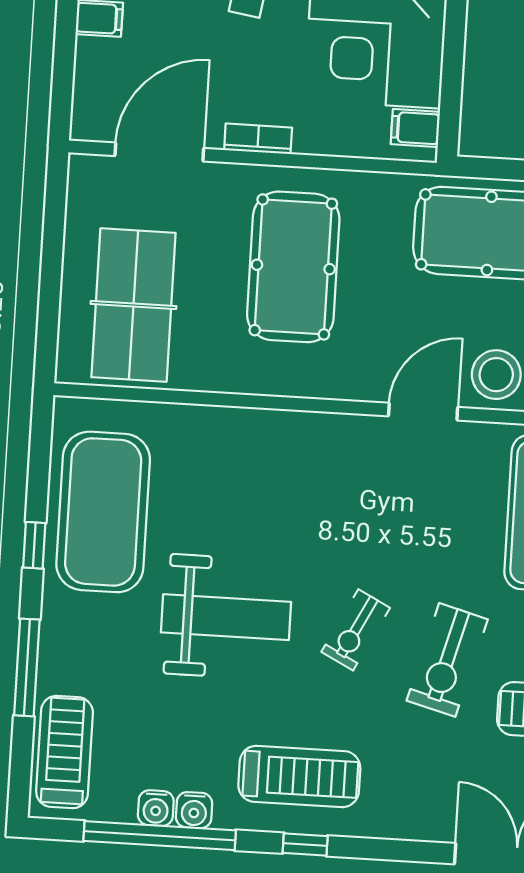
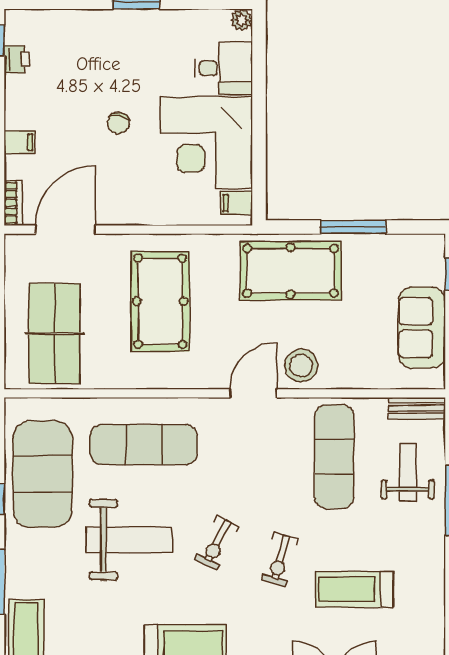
bookcase: (258, 139) -> (13, 203), moved, turned 90
exercise mat: (256, 478) -> (144, 445), added
exercise bike: (447, 660) -> (280, 559), width x0.73, depth x0.72

